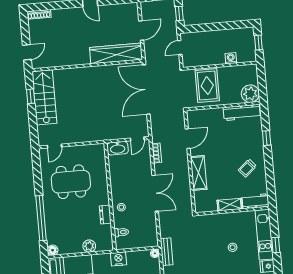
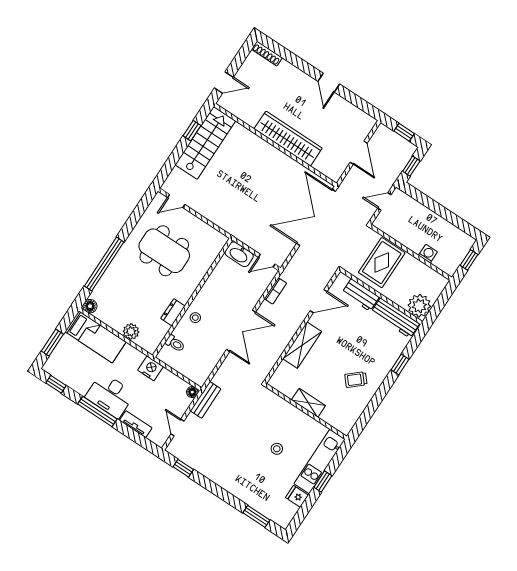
door: (141, 30) -> (359, 153), hinge flipped
wardrobe: (116, 53) -> (288, 139), moved
workbench: (255, 201) -> (361, 295), moved, turned 180

